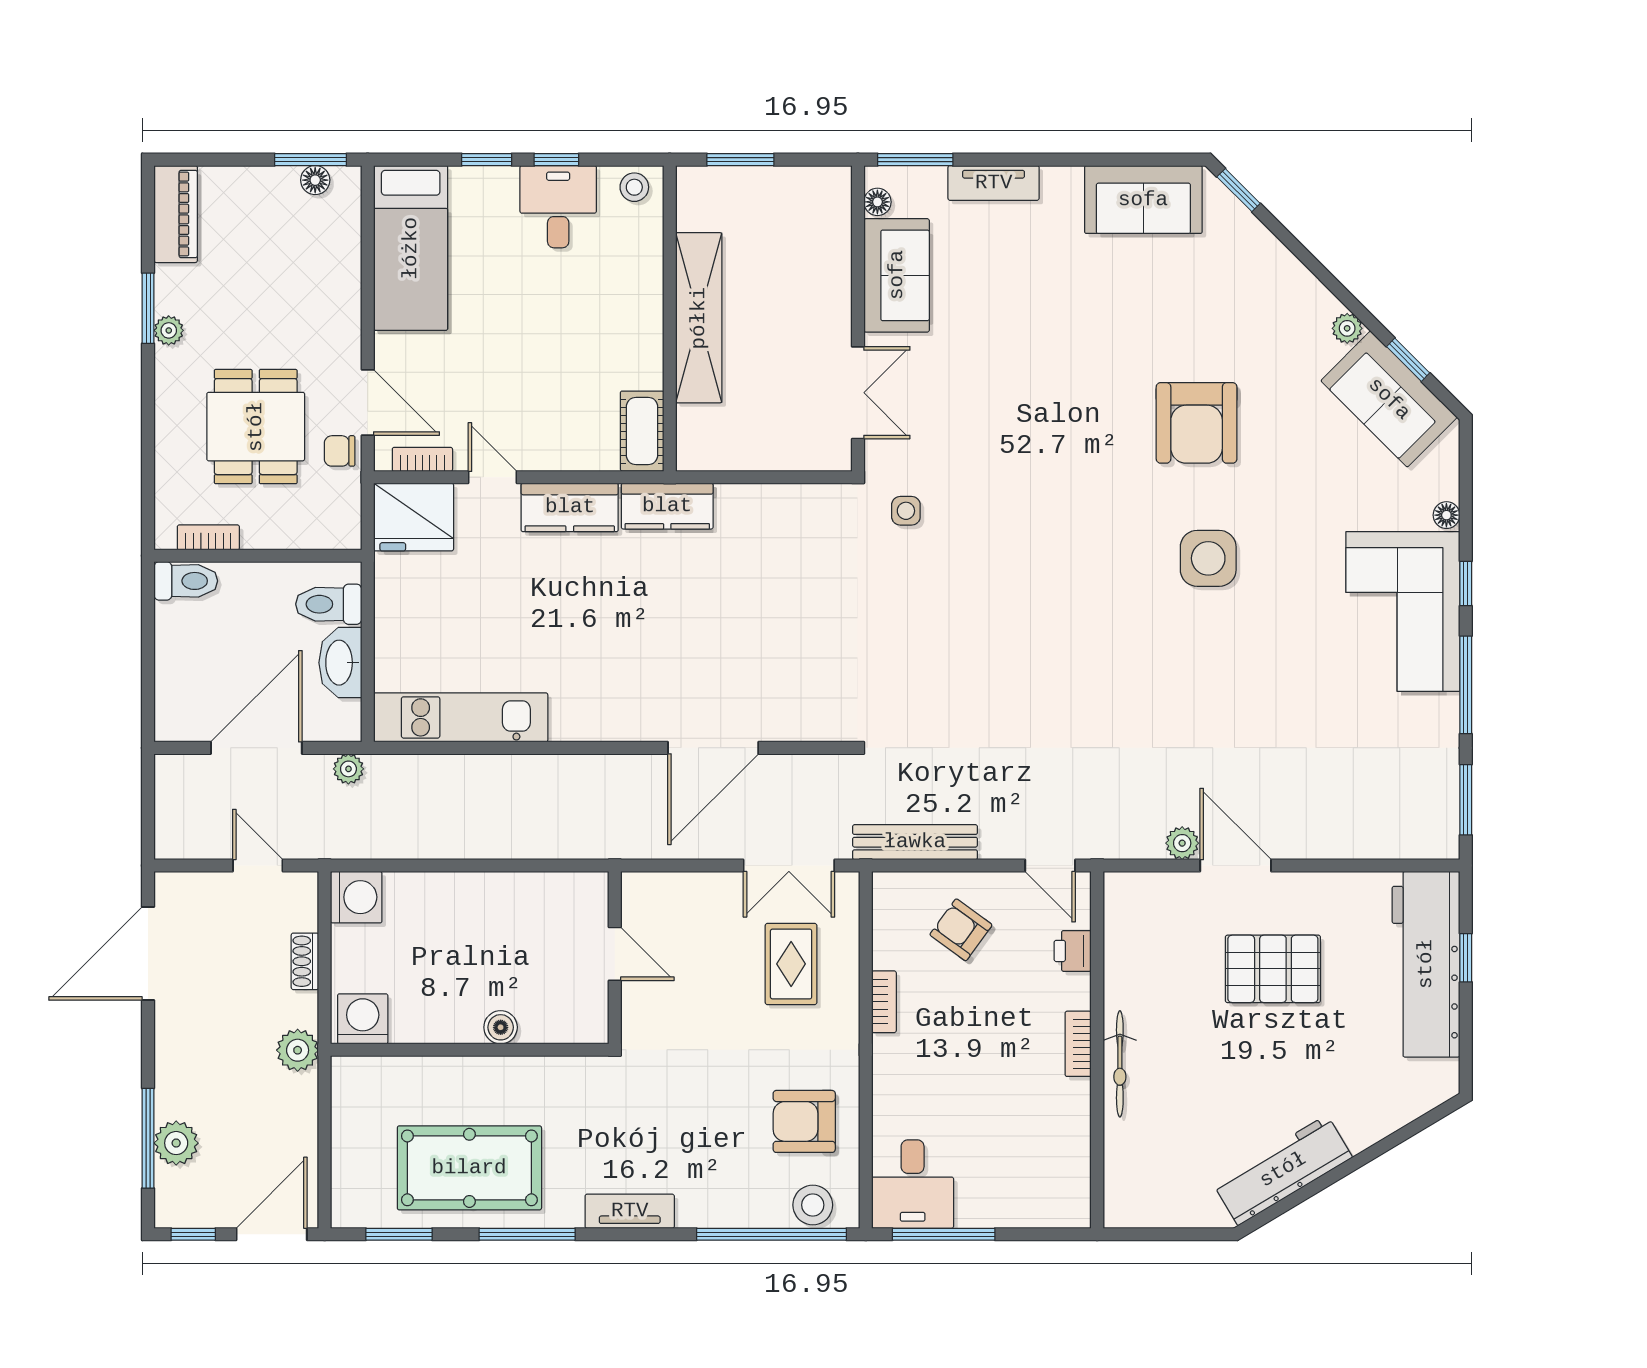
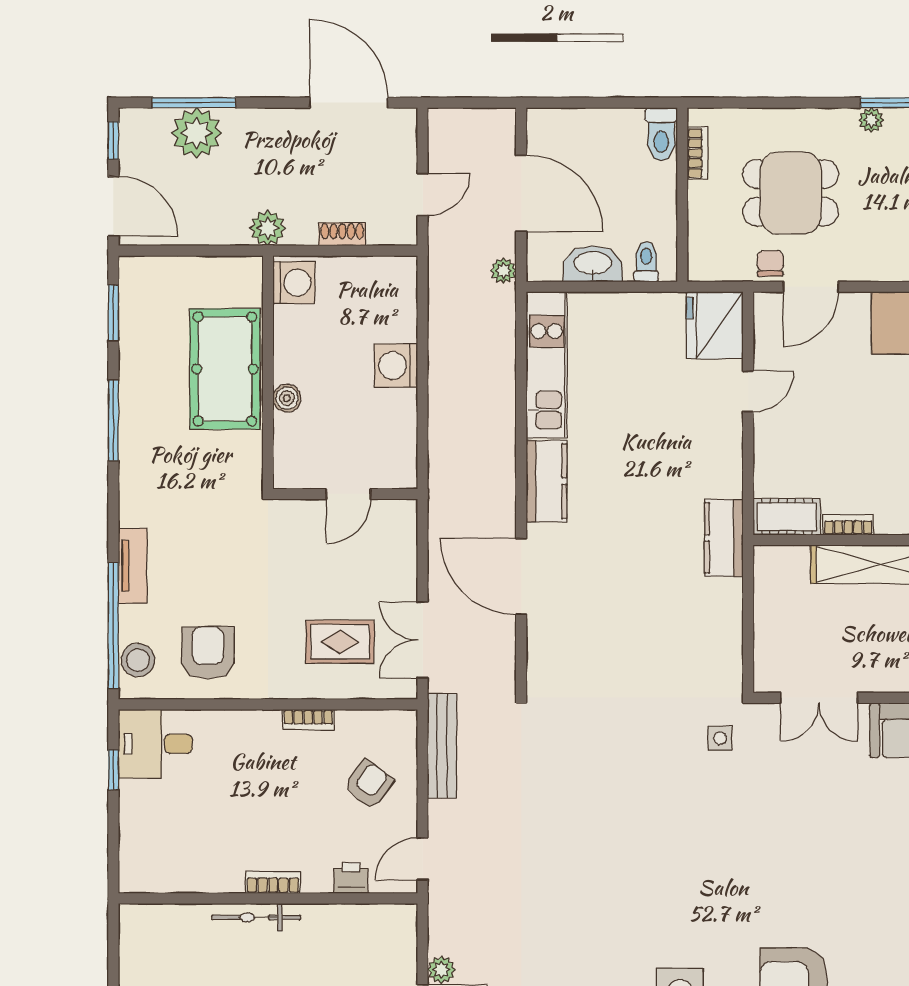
bookcase: (422, 459) -> (848, 525), moved, turned -90
kitchen counter: (570, 507) -> (546, 481), moved, turned 180
toilet: (329, 604) -> (646, 262), width x0.73, depth x0.72
washing machine: (356, 897) -> (396, 366), moved, turned 90
plant: (176, 1143) -> (197, 133), width x1.36, depth x1.36
pool table: (469, 1168) -> (225, 369), moved
tv unit: (630, 1211) -> (133, 566), moved
window: (944, 1234) -> (113, 770), width x0.46

